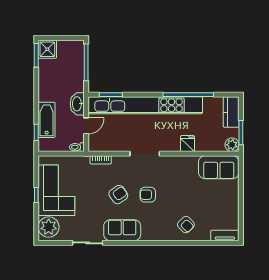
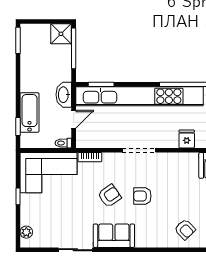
shower: (47, 49) -> (61, 34), moved
corner sofa: (56, 190) -> (49, 173), moved, turned 90
plant: (49, 227) -> (26, 232), width x0.53, depth x0.53

